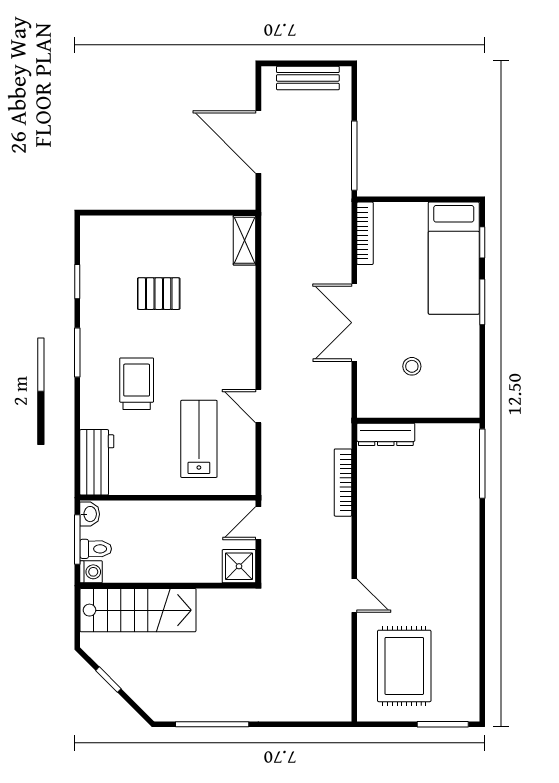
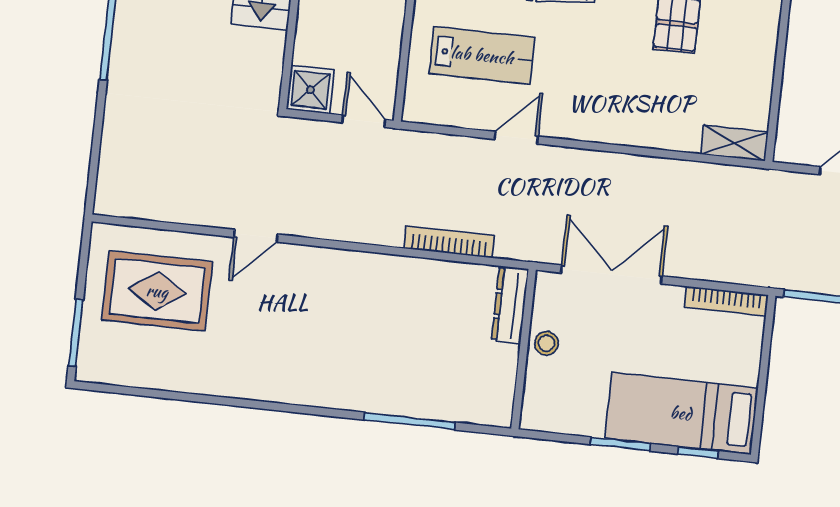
wall: (418, 420) -> (524, 349), moved
dresser: (386, 434) -> (510, 305), moved
bookcase: (343, 483) -> (449, 242), moved

